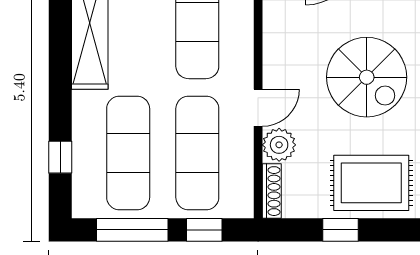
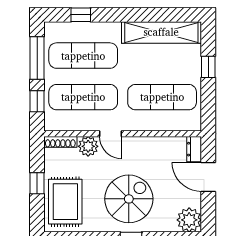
spiral stairs: (367, 77) -> (129, 199), turned 180

